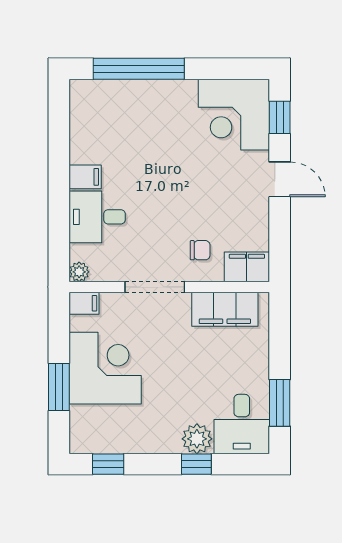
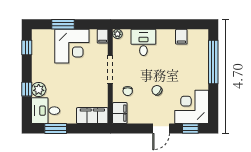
filing cabinet: (85, 177) -> (181, 37), moved
chair: (199, 188) -> (157, 90), added
filing cabinet: (225, 309) -> (92, 116), moved, turned 90

